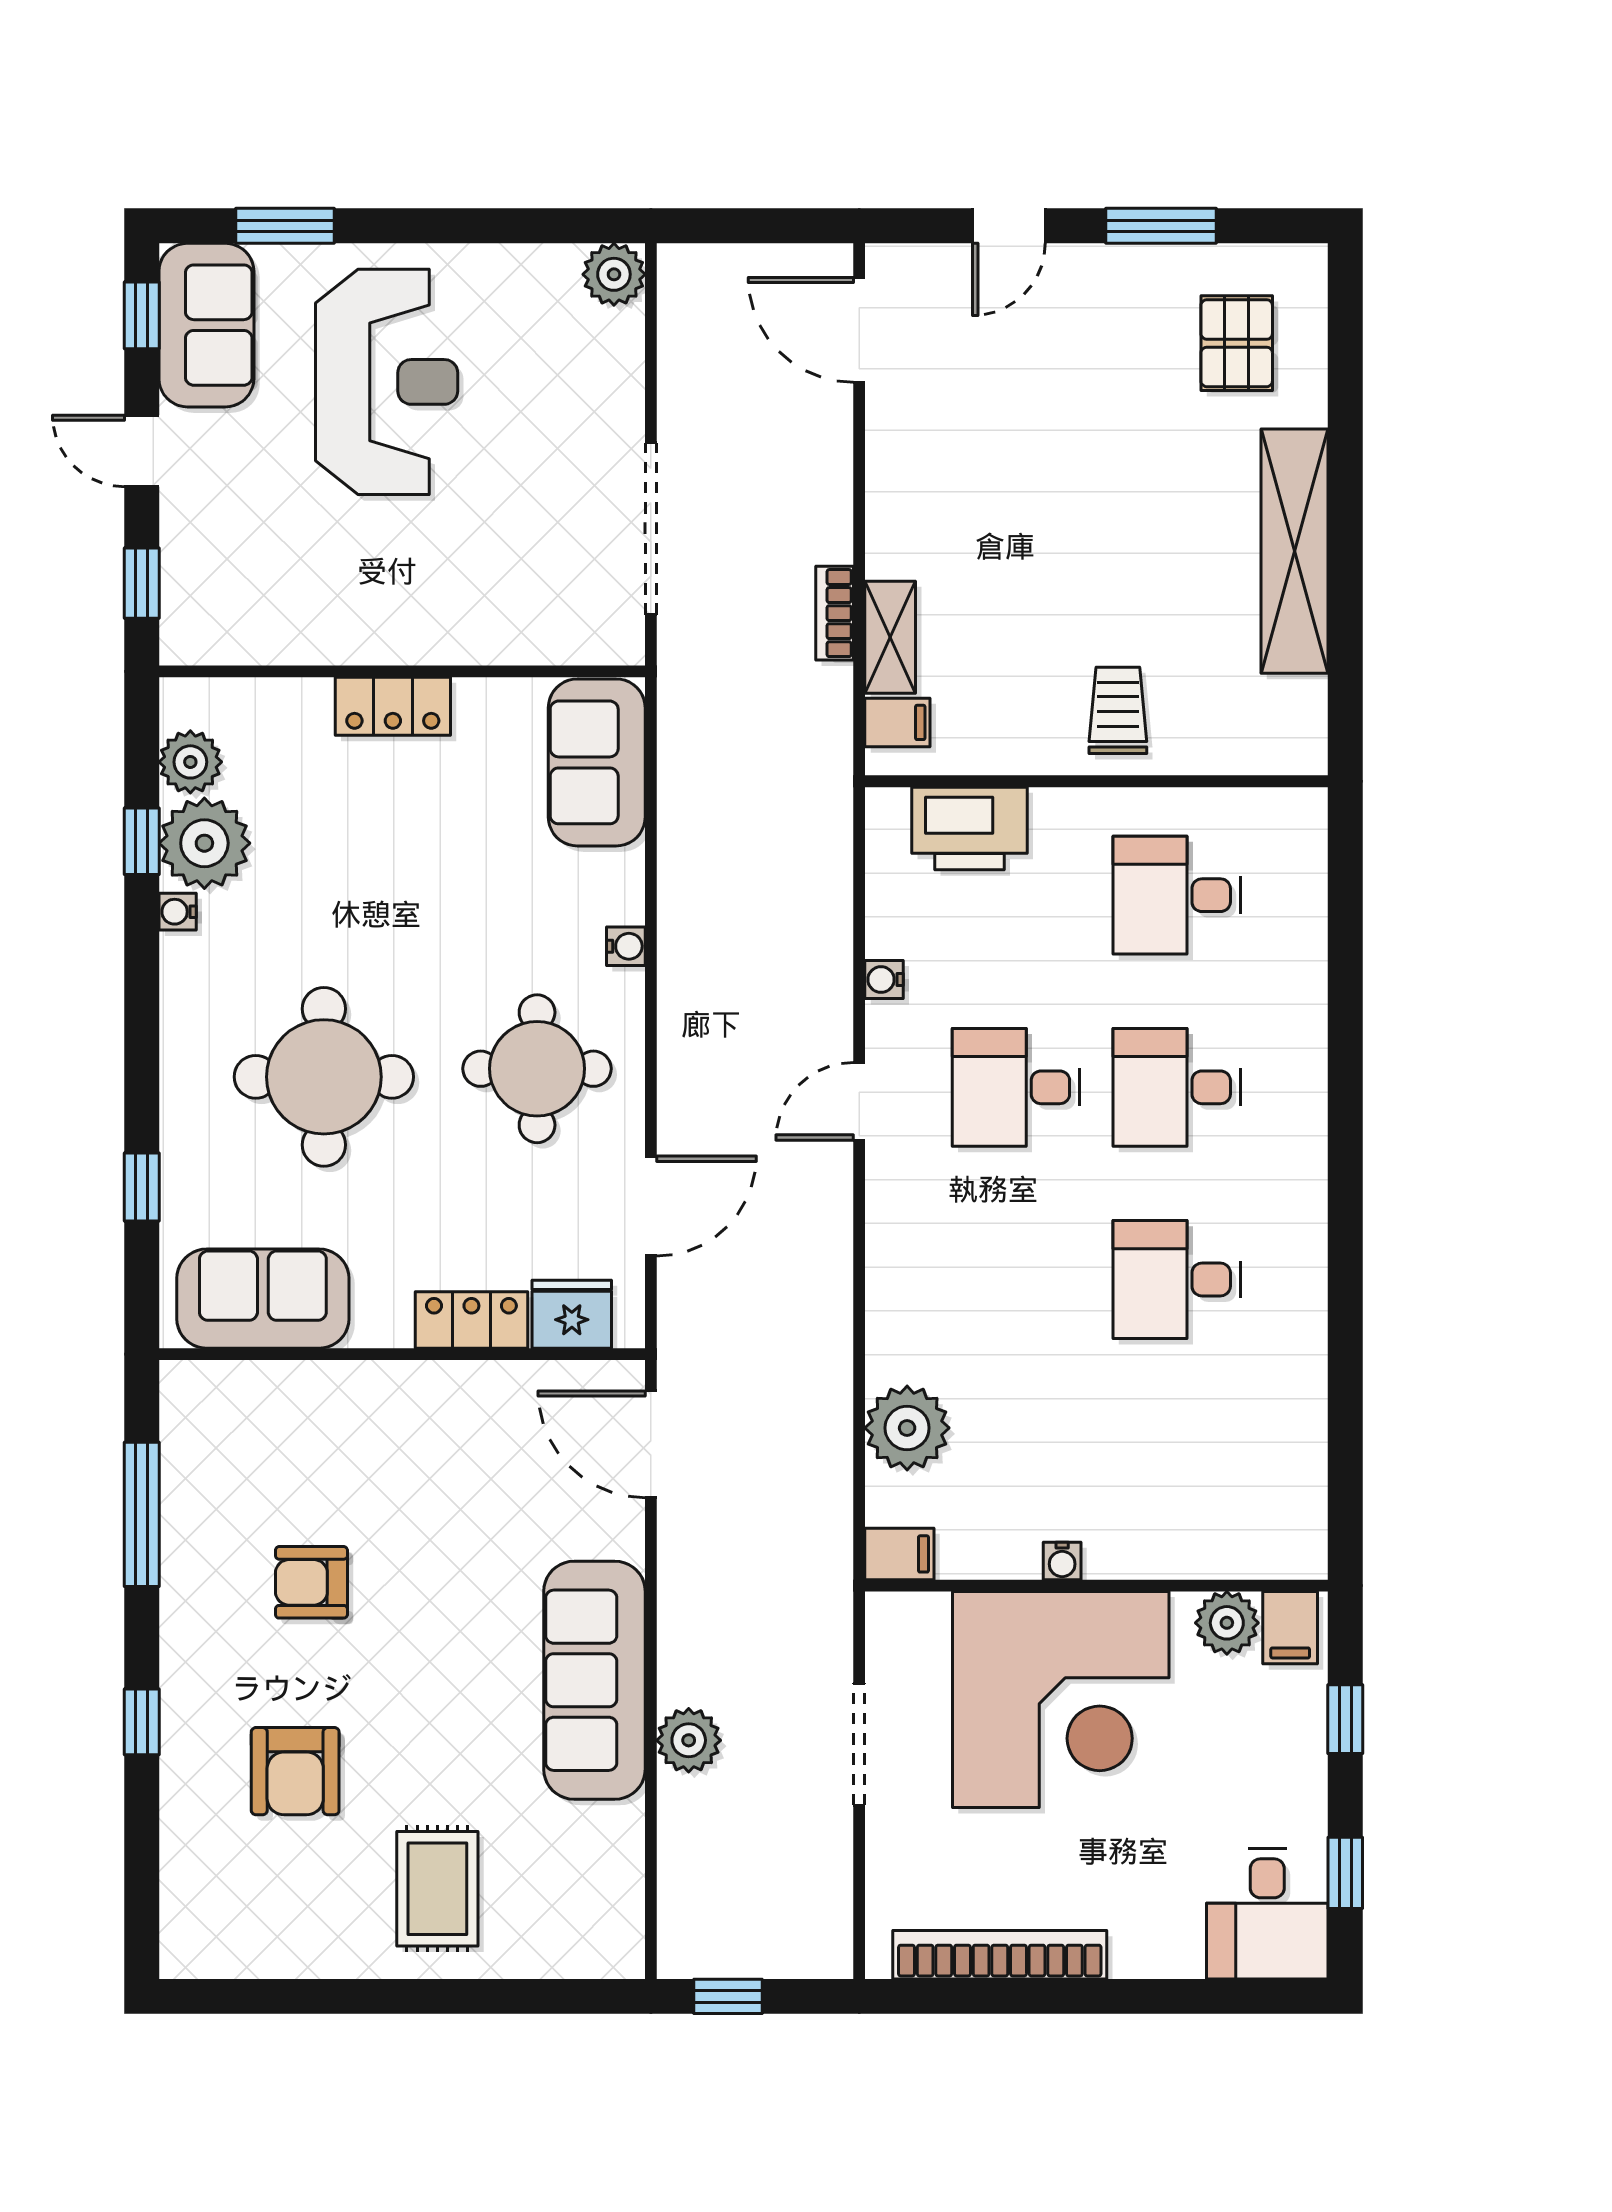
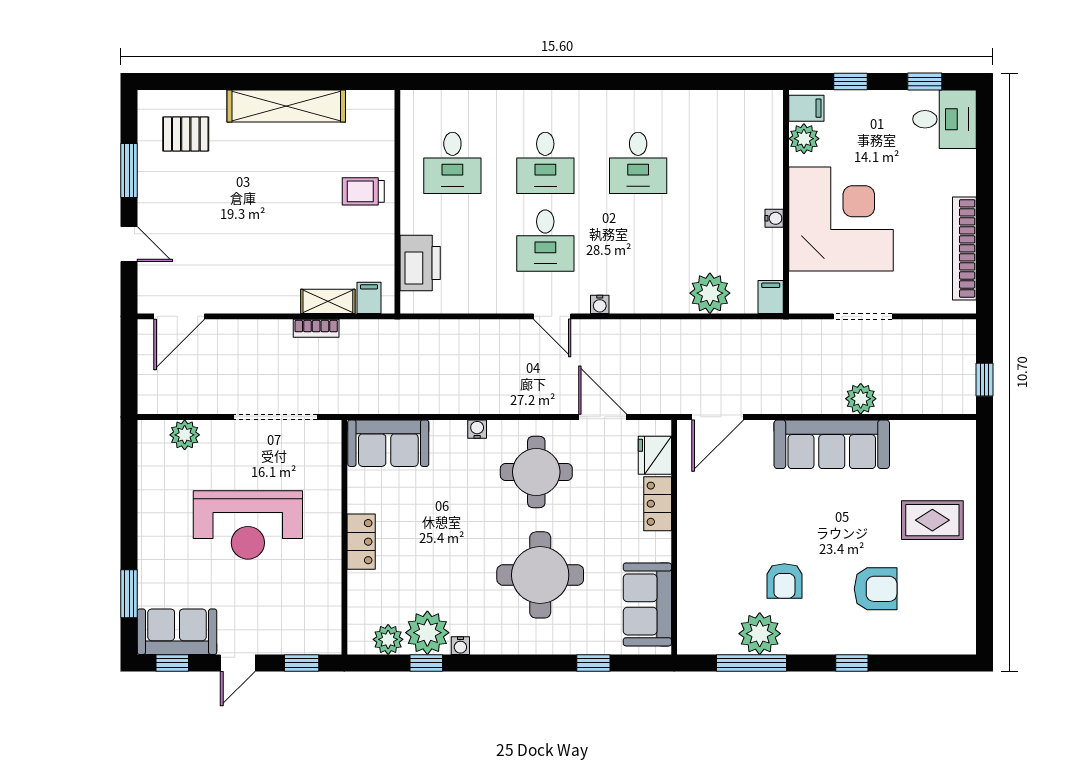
plant: (614, 274) -> (185, 435), moved
reception desk: (387, 382) -> (248, 525), moved, turned 180
water cooler: (884, 980) -> (600, 304), moved
plant: (203, 1531) -> (760, 634), added

